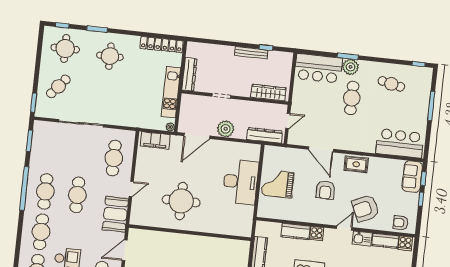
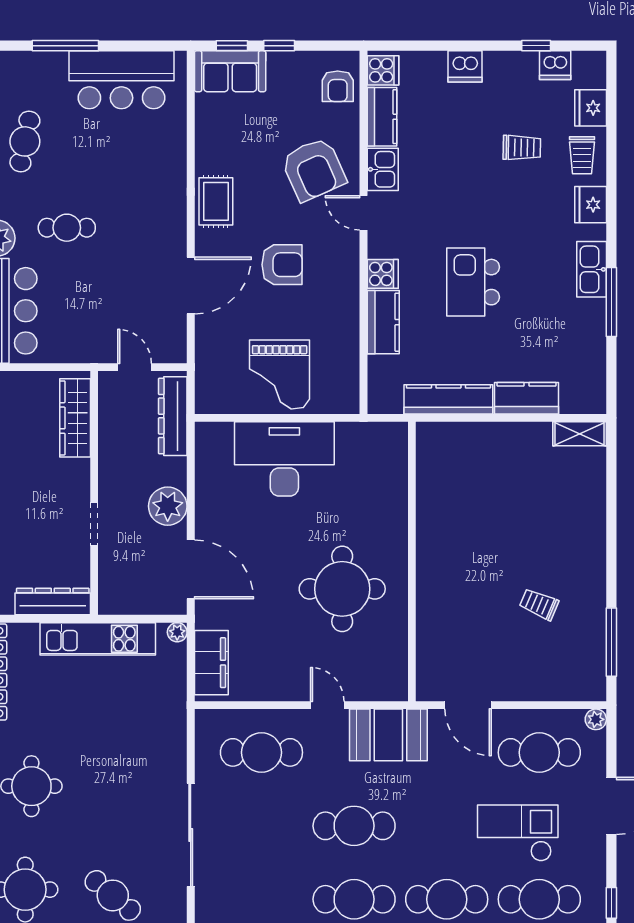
cafe table: (352, 98) -> (67, 228), width x0.73, depth x0.74
bar counter: (400, 143) -> (121, 80), moved, turned -90

